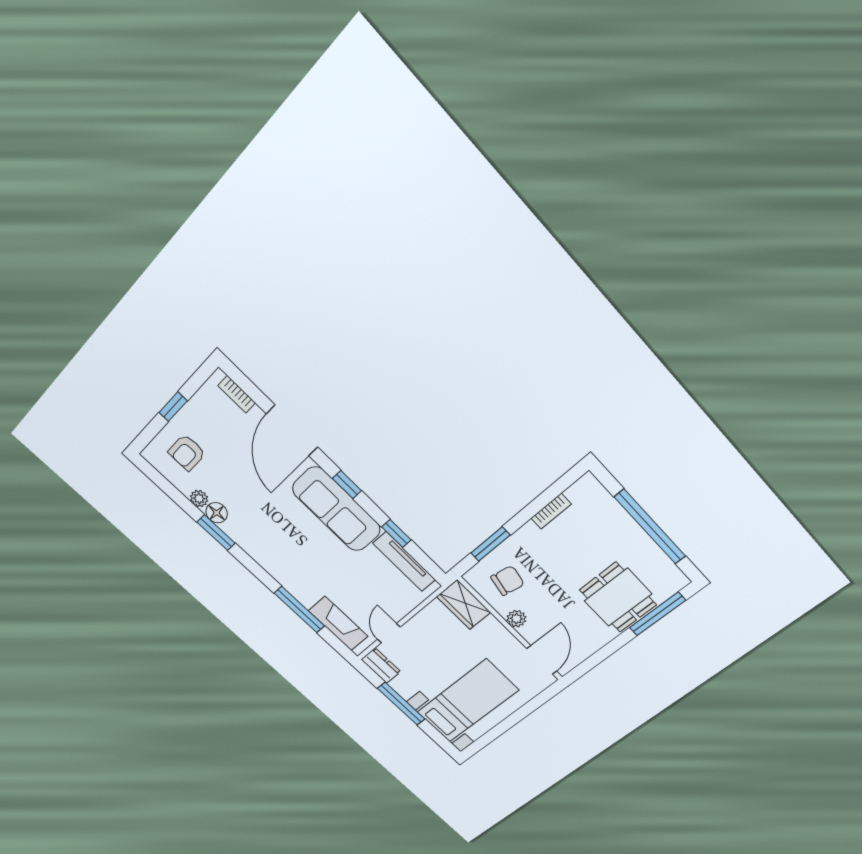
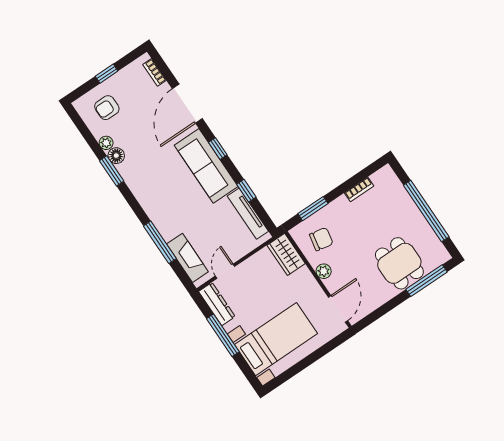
dresser: (381, 666) -> (217, 304), width x1.44

